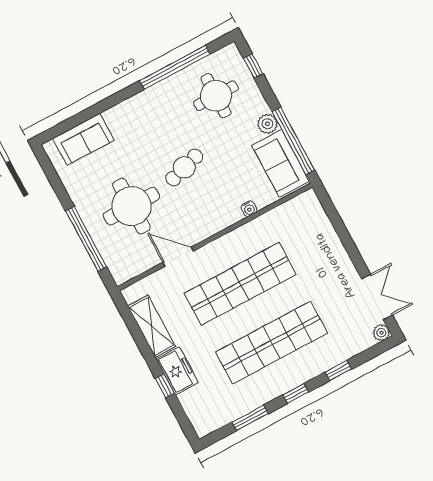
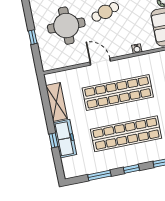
window: (86, 239) -> (33, 37), width x0.32
door: (178, 257) -> (100, 62), moved
freezer: (177, 371) -> (65, 139), width x1.40

